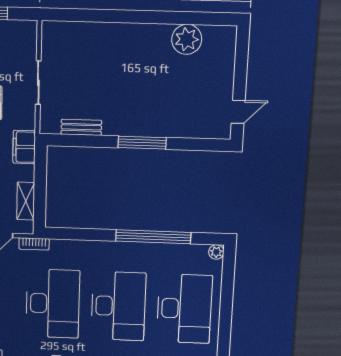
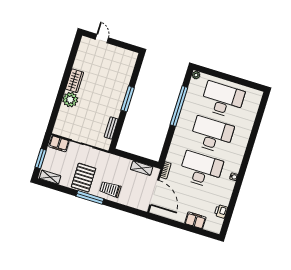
wardrobe: (150, 35) -> (75, 81), added
plant: (187, 39) -> (70, 100), moved
door: (238, 112) -> (102, 38), moved
filing cabinet: (24, 147) -> (59, 144), moved

